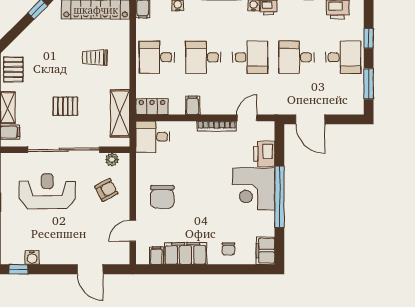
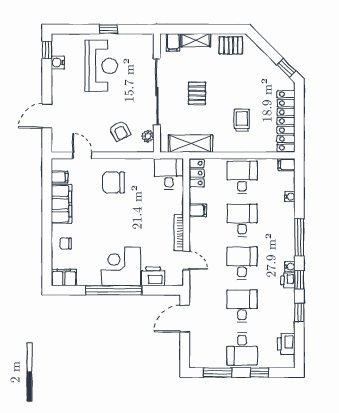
desk: (250, 57) -> (242, 263), turned 180
reception desk: (47, 191) -> (101, 66), moved

